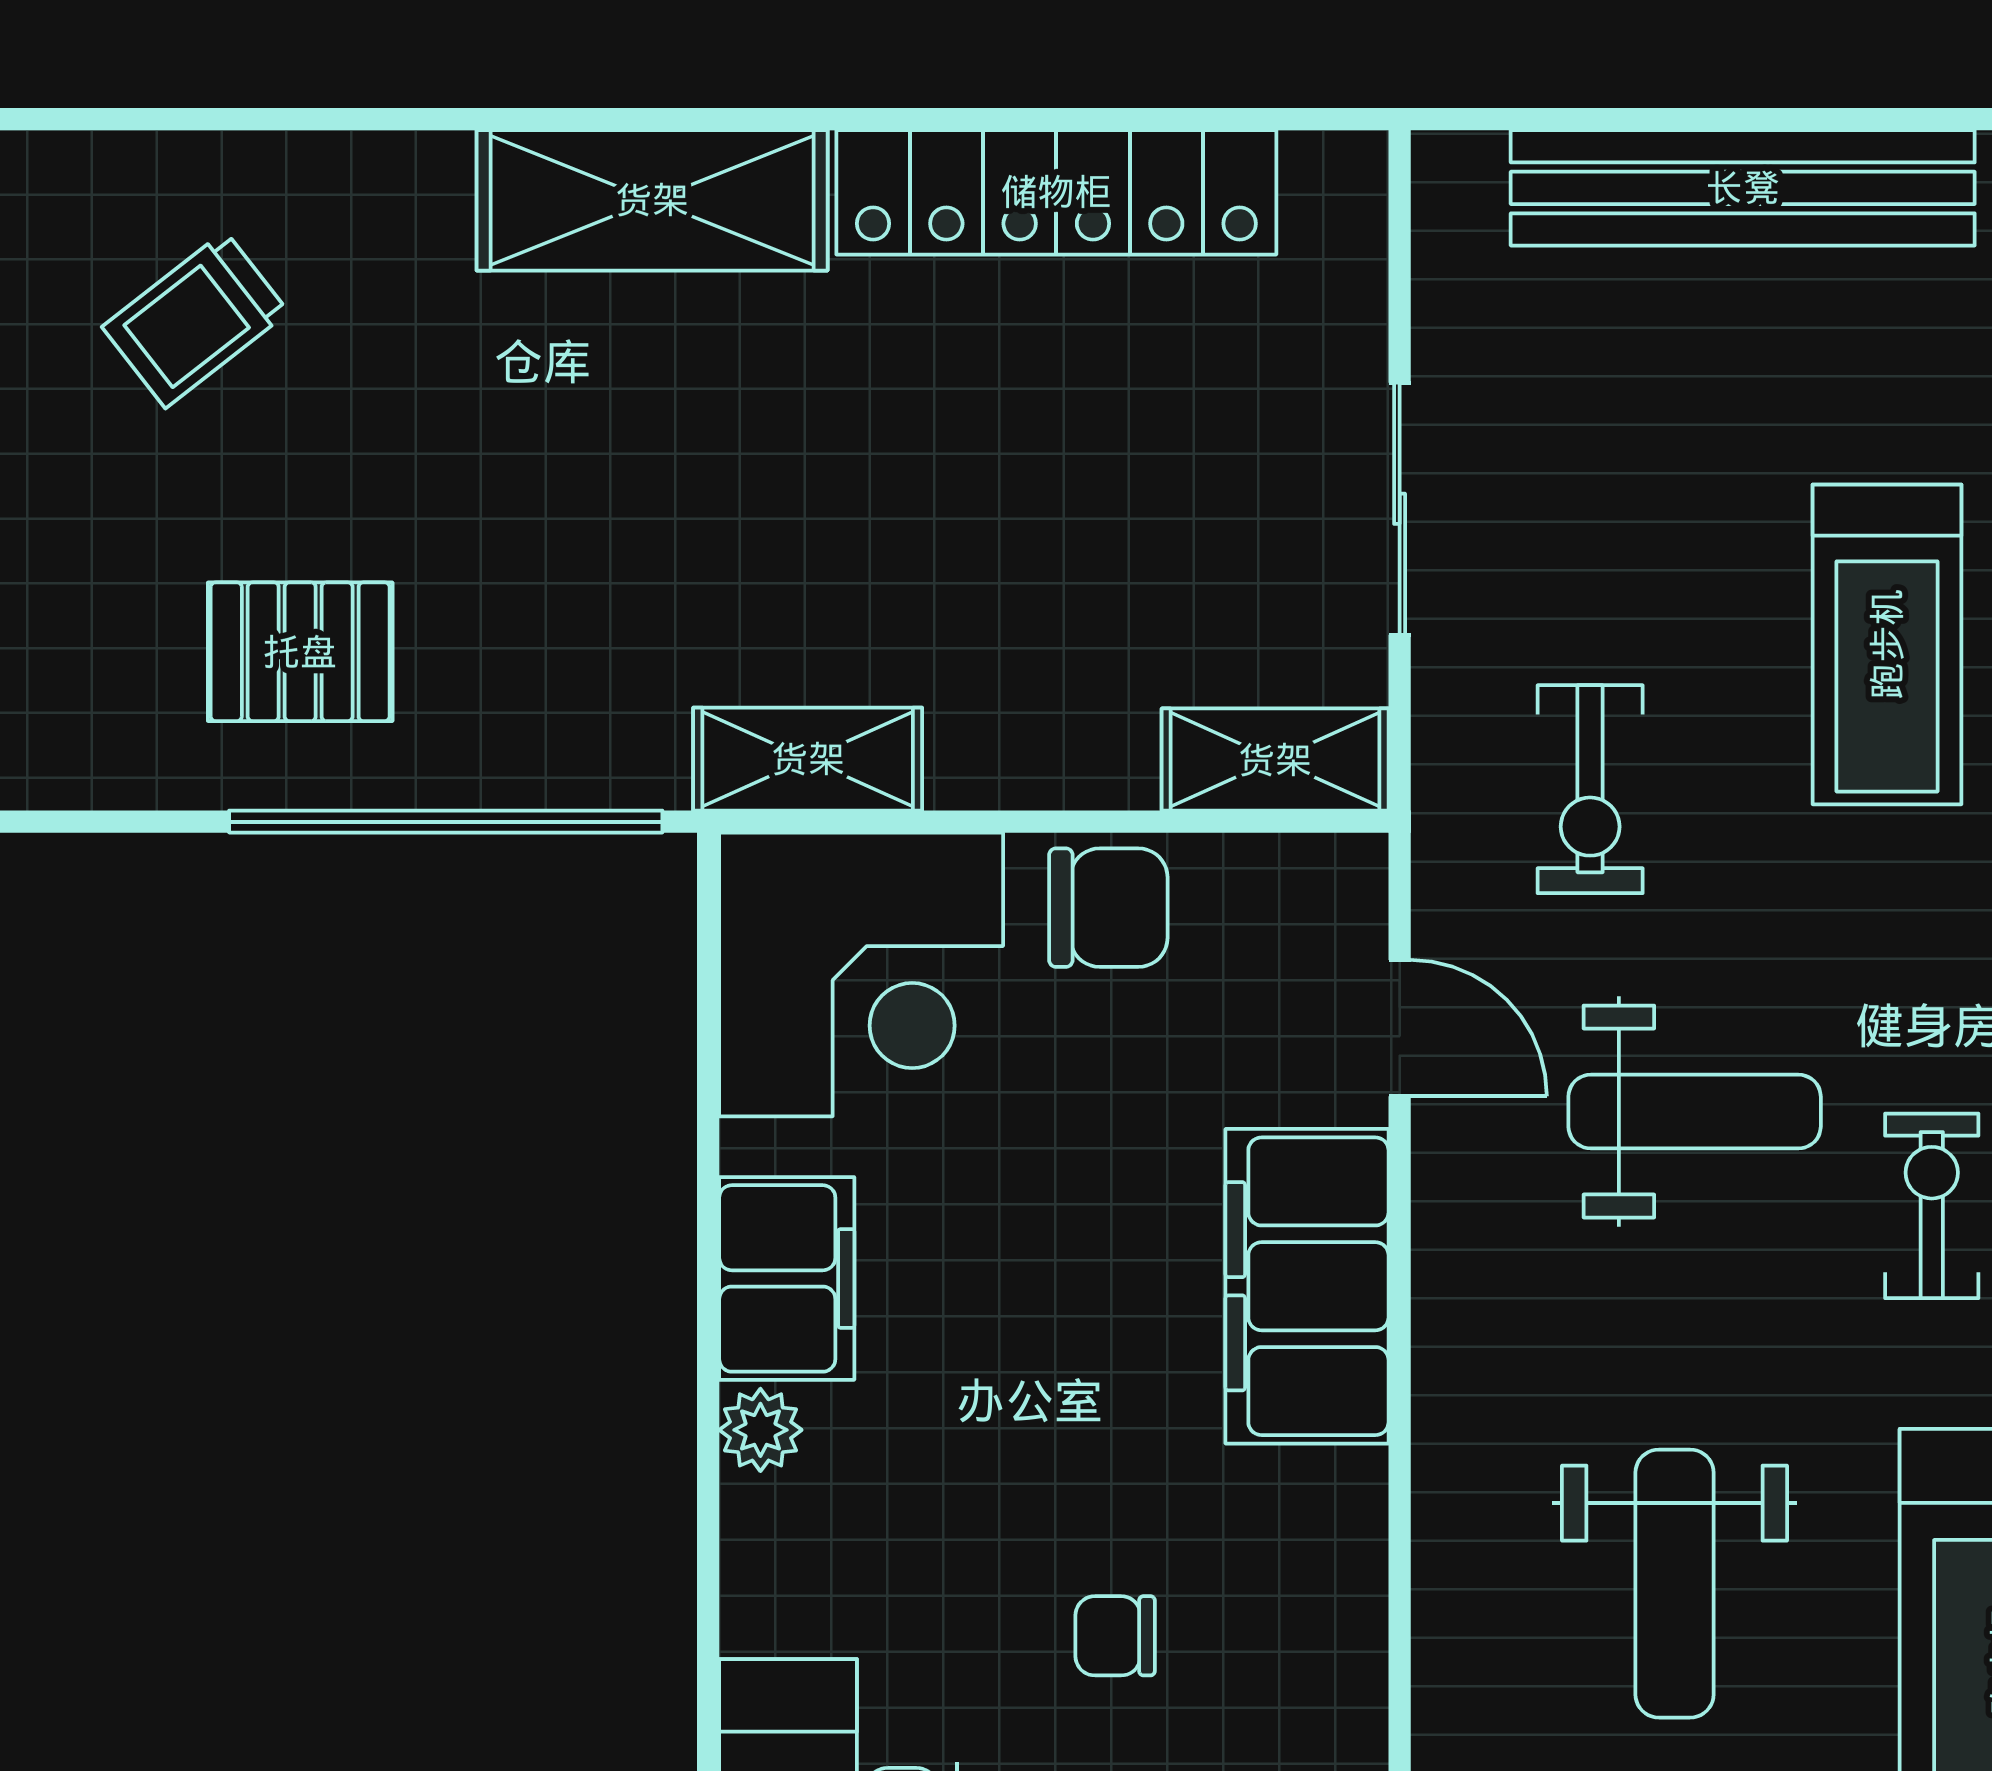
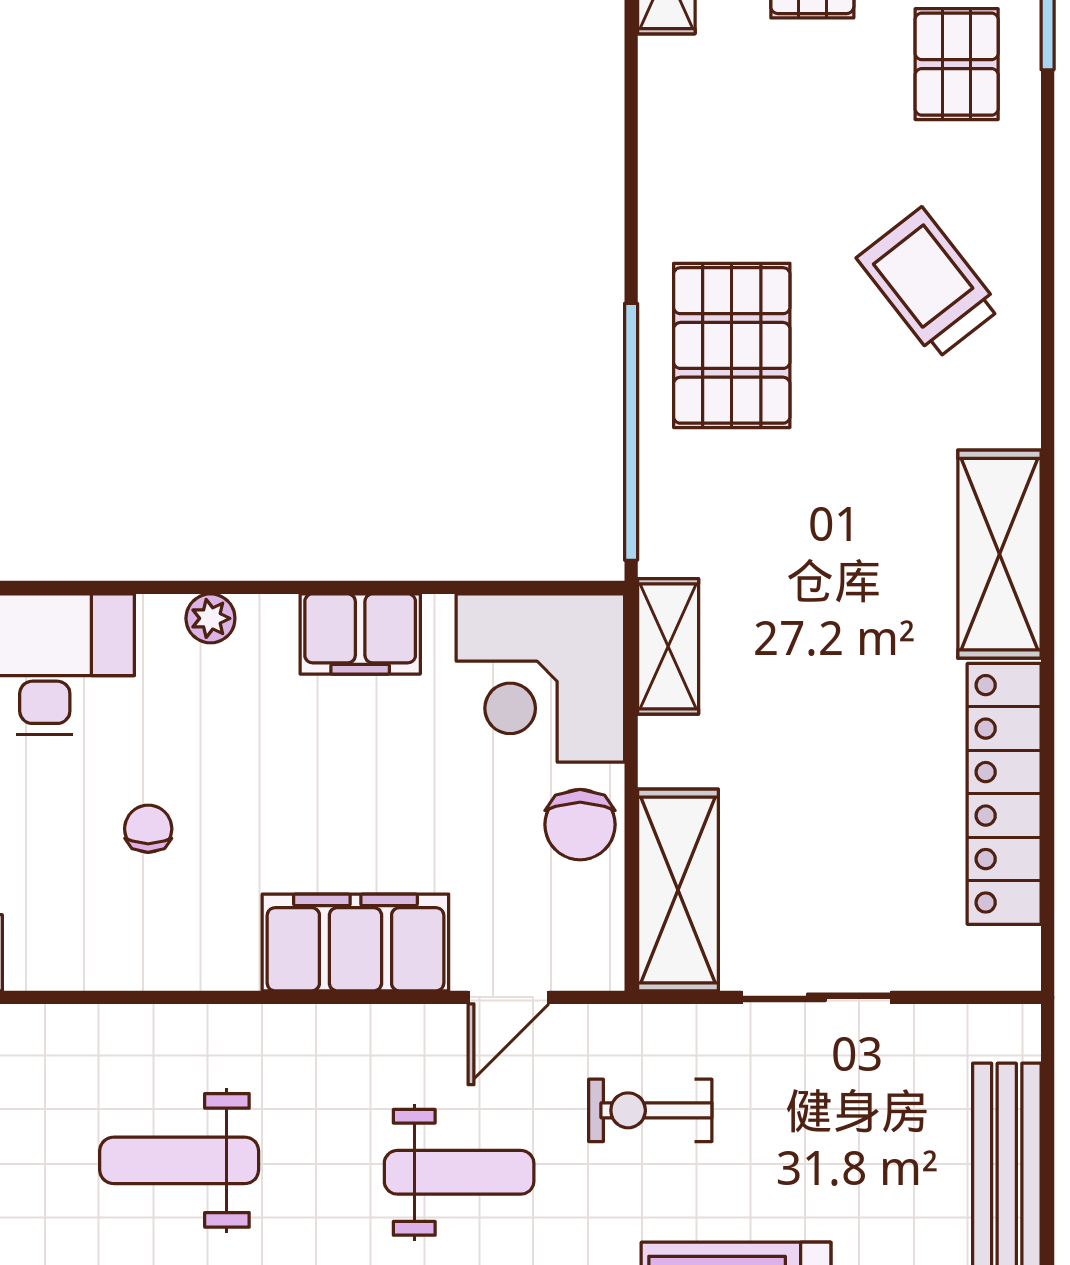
trolley: (195, 320) -> (929, 283), width x1.36, depth x1.39
pallet: (300, 652) -> (732, 345), width x1.50, depth x1.42
shelving: (1275, 760) -> (678, 890), width x1.50, depth x1.33
weight bench: (1695, 1112) -> (459, 1172), turned -90
plant: (760, 1430) -> (210, 618), moved

